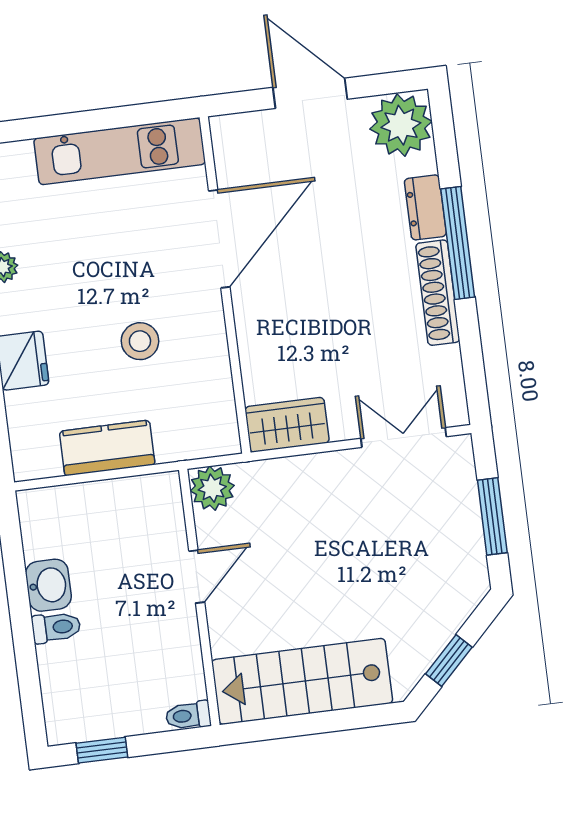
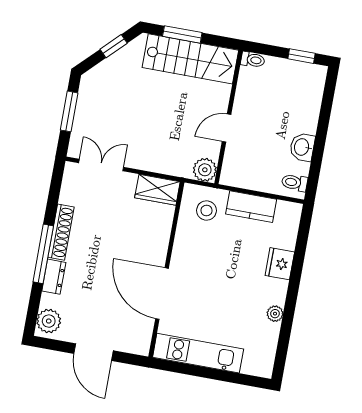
plant: (401, 125) -> (49, 321), width x0.73, depth x0.73
door: (219, 239) -> (162, 294), hinge flipped
stool: (140, 341) -> (206, 210), moved
double door: (404, 437) -> (101, 165), swing flipped
toilet: (56, 627) -> (294, 183), moved
window: (331, 721) -> (182, 34), added

